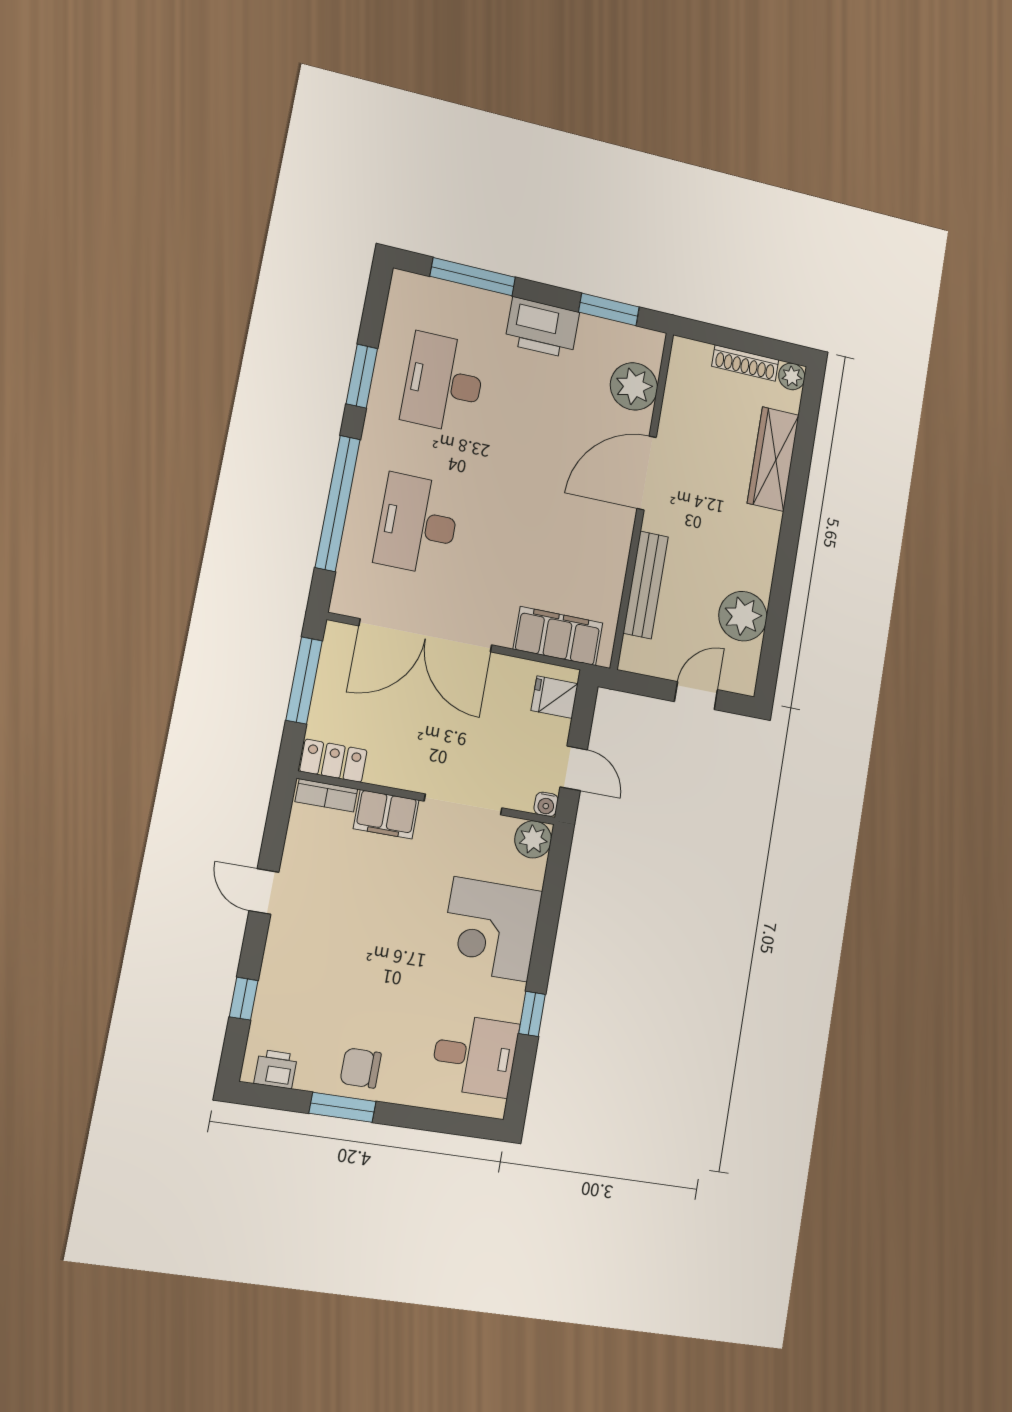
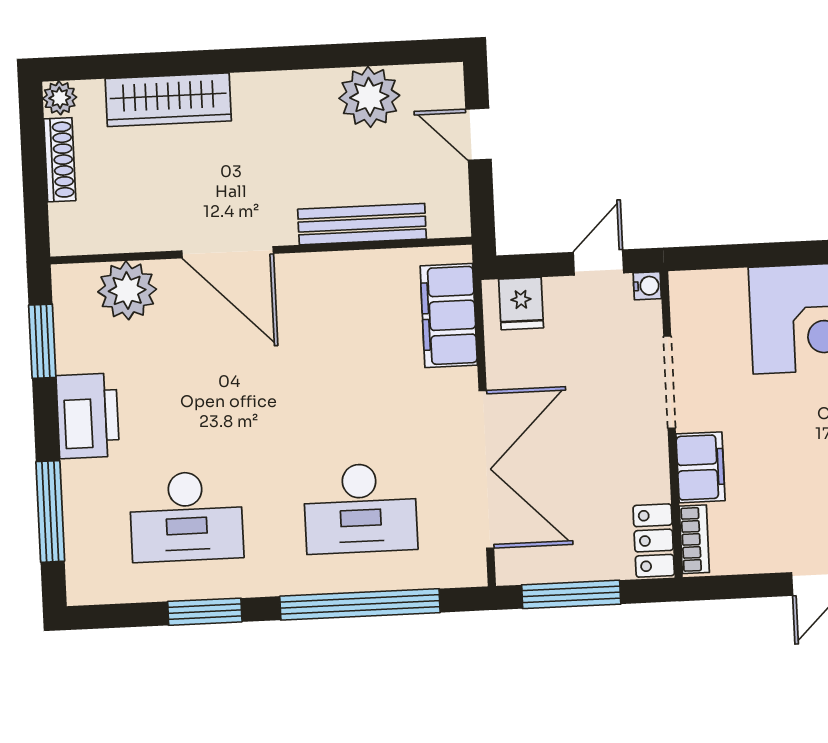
plant: (533, 839) -> (691, 292), removed

